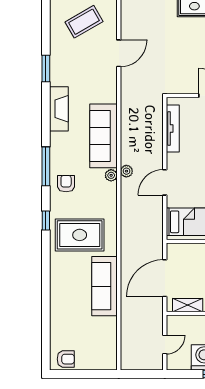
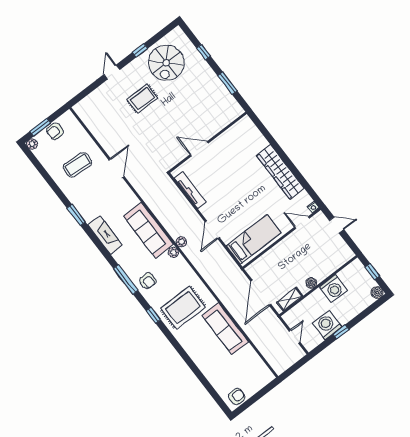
coffee table: (84, 22) -> (78, 165), turned 35
armchair: (66, 184) -> (148, 281), turned 180

